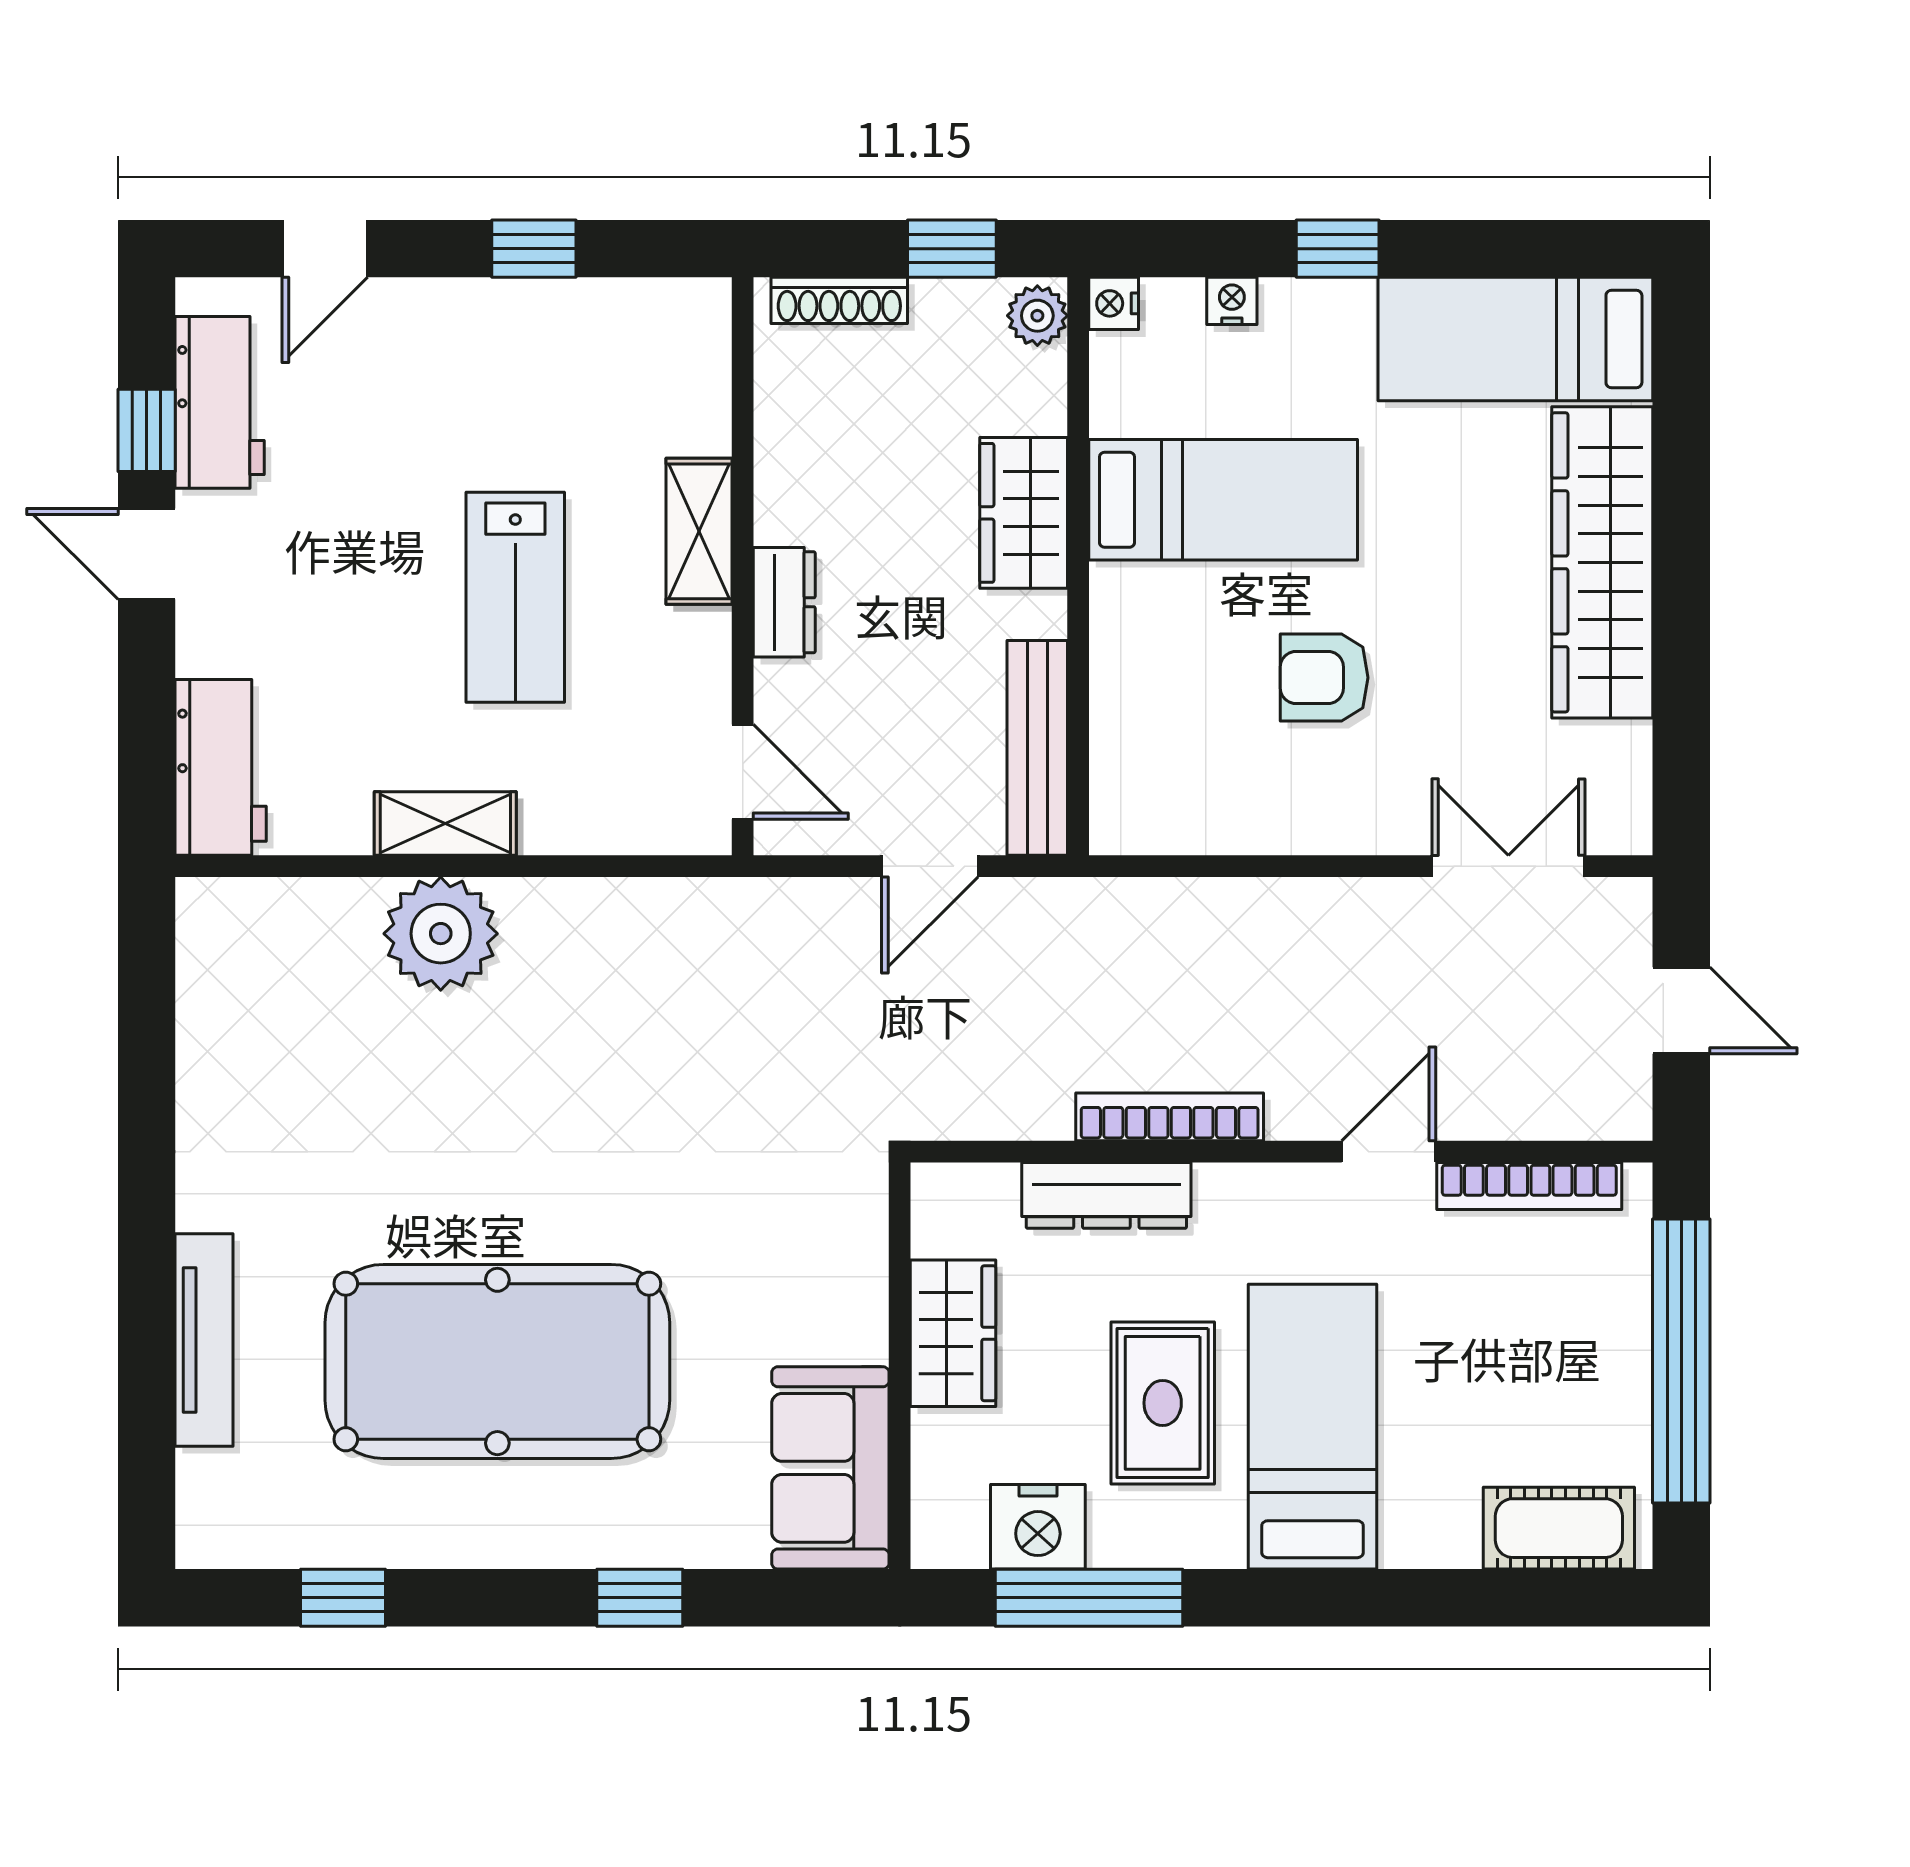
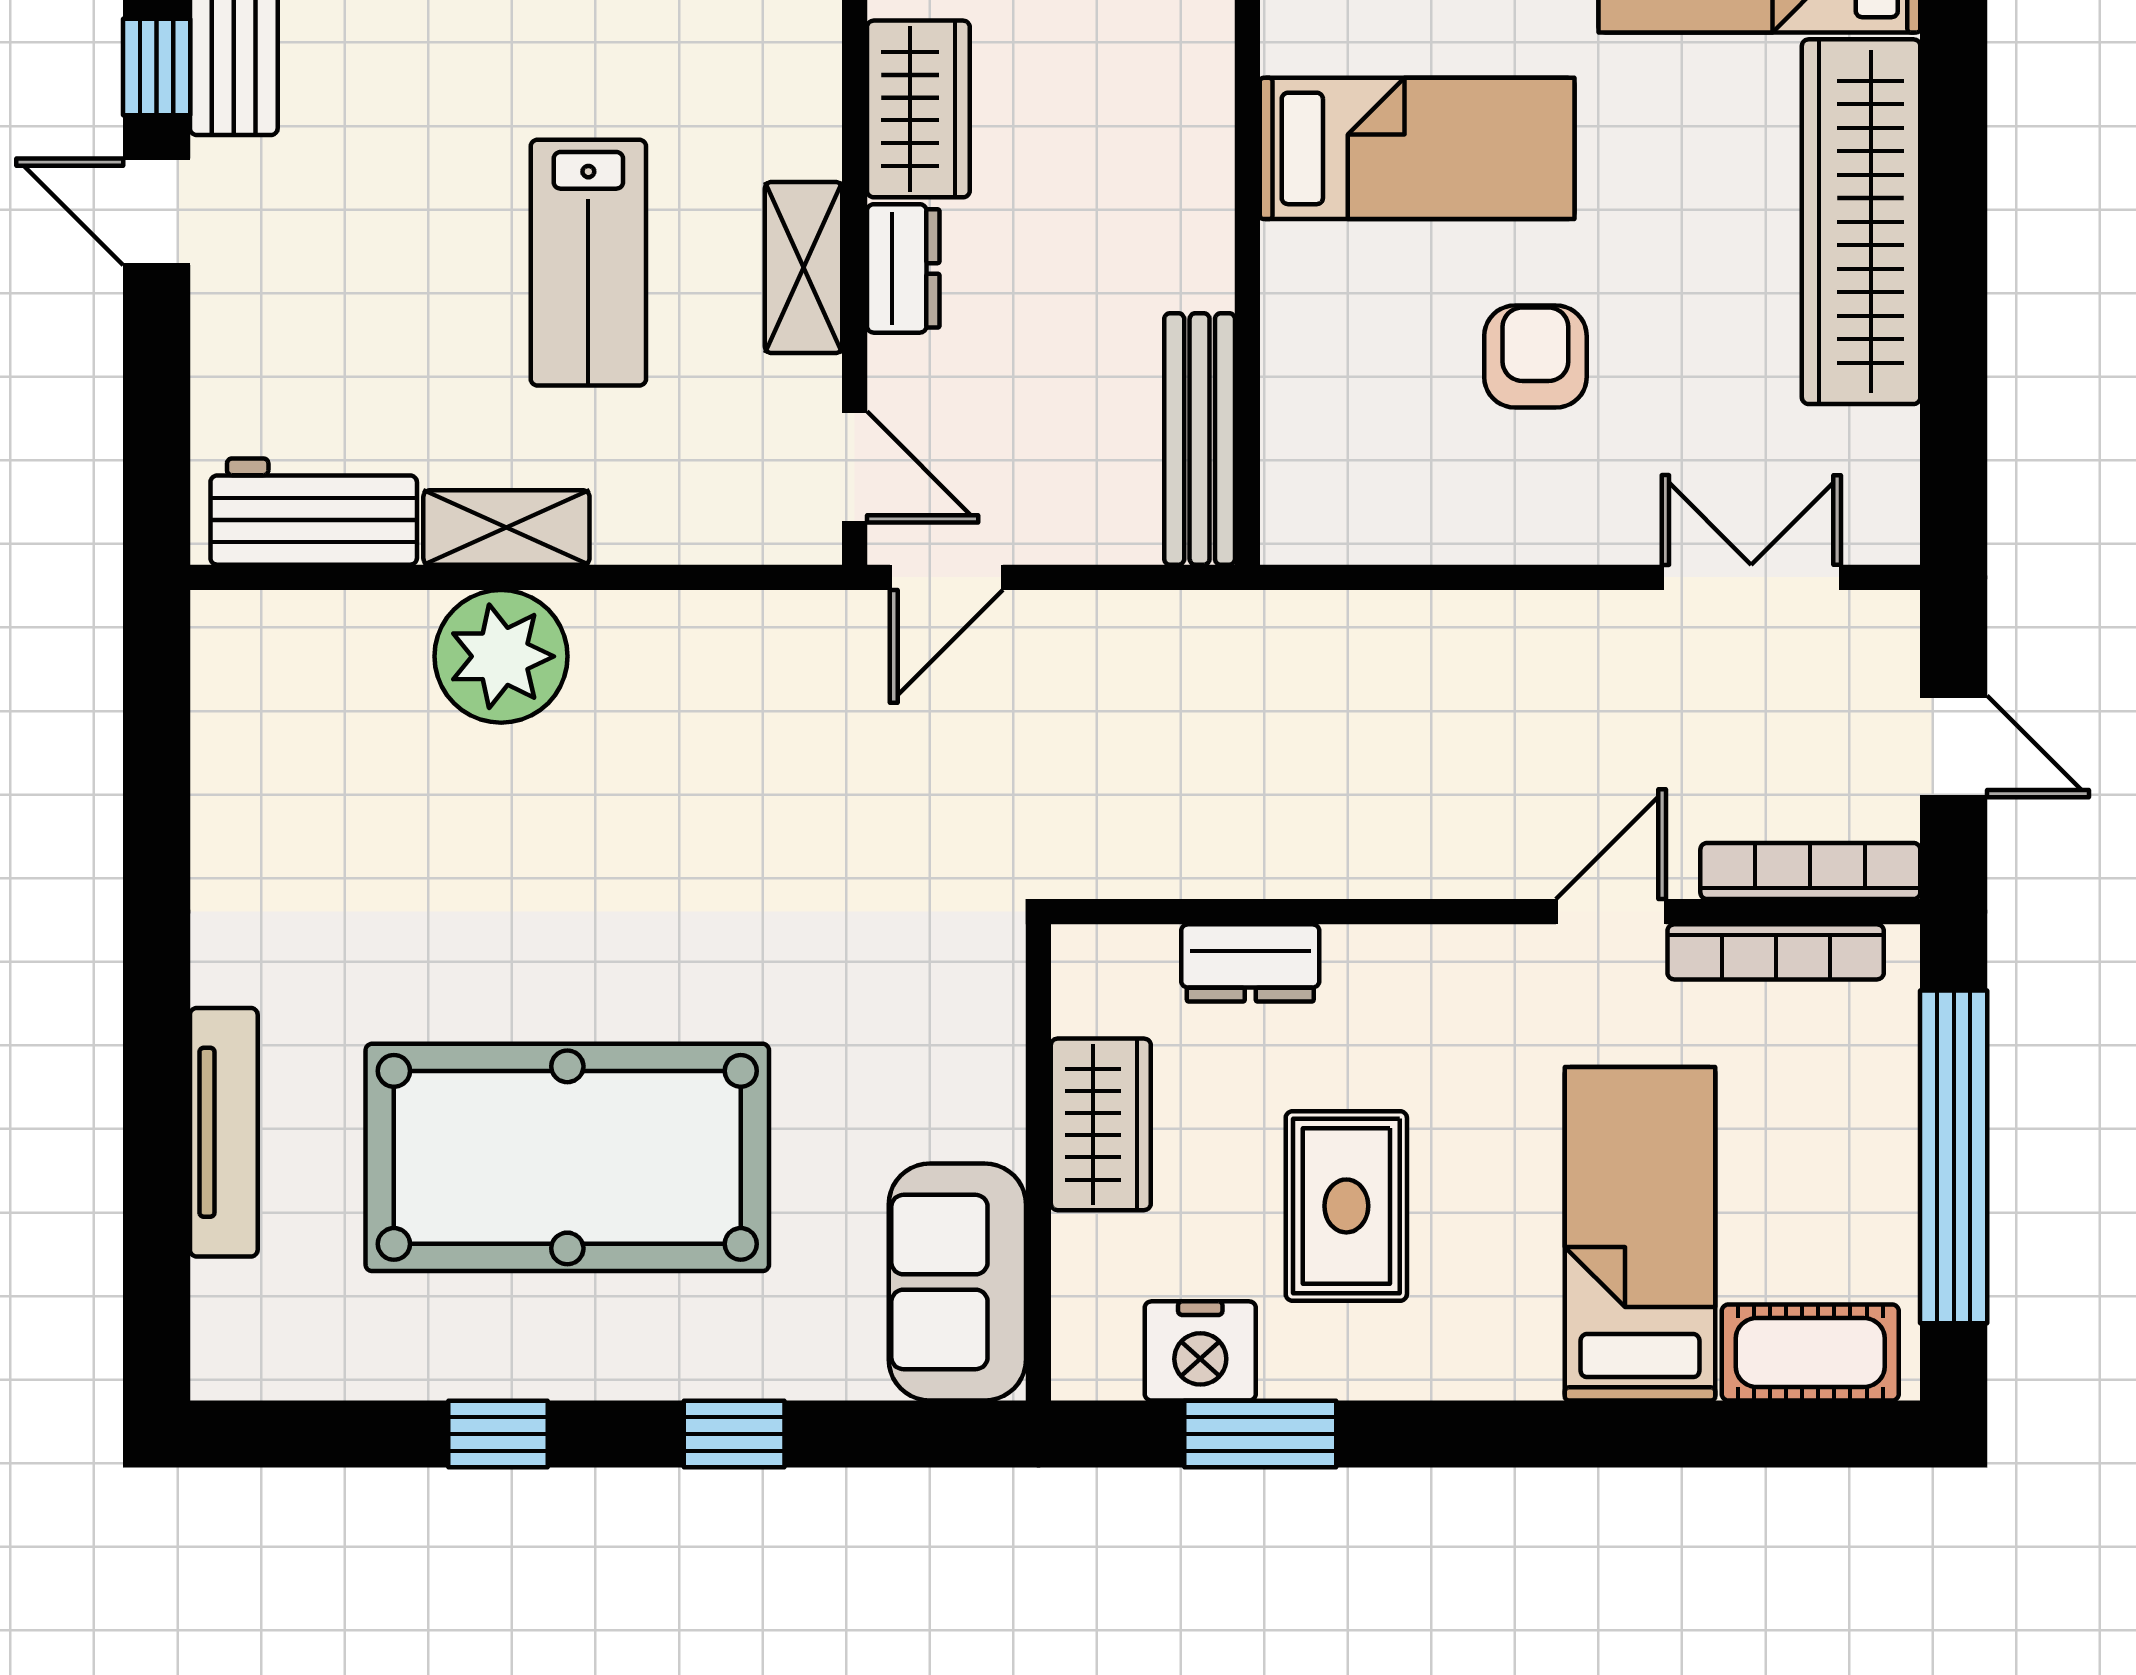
wardrobe: (1024, 513) -> (918, 109), moved, turned 180
shelving: (699, 531) -> (803, 267), moved
armchair: (1324, 678) -> (1535, 357), turned 90
workbench: (221, 767) -> (314, 512), moved, turned -90
door: (930, 866) -> (946, 577), moved
bookcase: (1170, 1117) -> (1810, 871), moved
dresser: (1106, 1195) -> (1250, 963), width x0.70
bed: (1313, 1427) -> (1640, 1234), moved
window: (343, 1598) -> (498, 1434), moved
window: (1089, 1598) -> (1260, 1434), width x0.69

